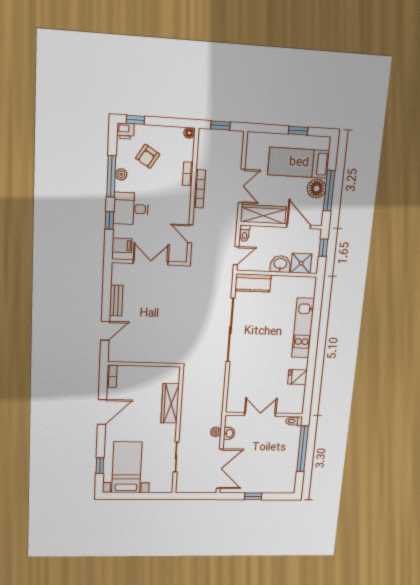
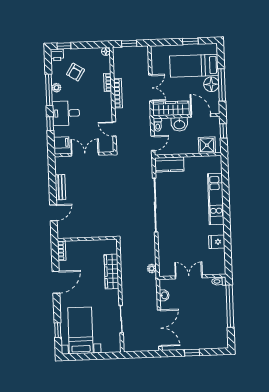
washbasin: (280, 264) -> (179, 124), moved, turned 180
plant: (216, 432) -> (152, 269), moved

